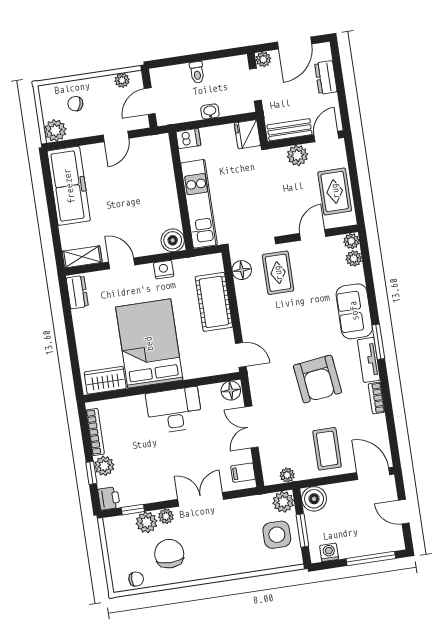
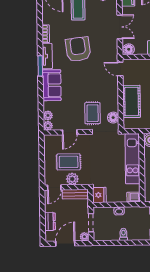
rug: (335, 191) -> (69, 162), moved, turned 90

